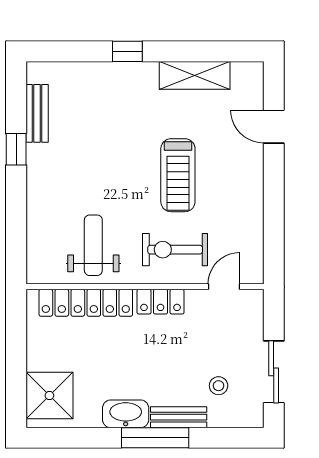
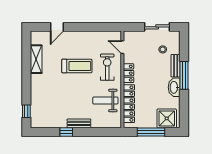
window: (127, 51) -> (26, 111), moved
bench: (37, 113) -> (79, 123), moved
exercise bike: (175, 250) -> (107, 67), turned 180
window: (16, 357) -> (151, 132), added

